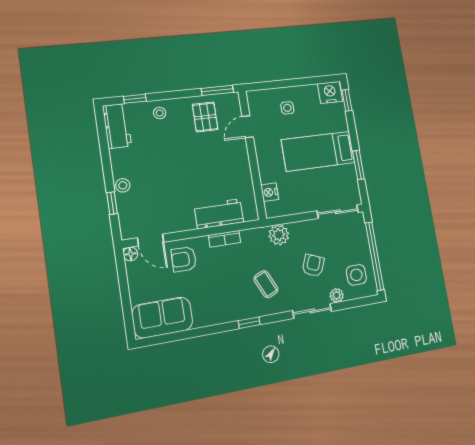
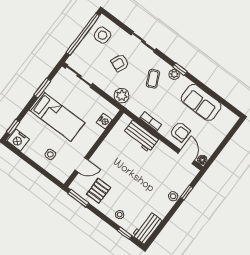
plant: (337, 295) -> (174, 74), moved
sofa: (162, 318) -> (201, 102), moved

